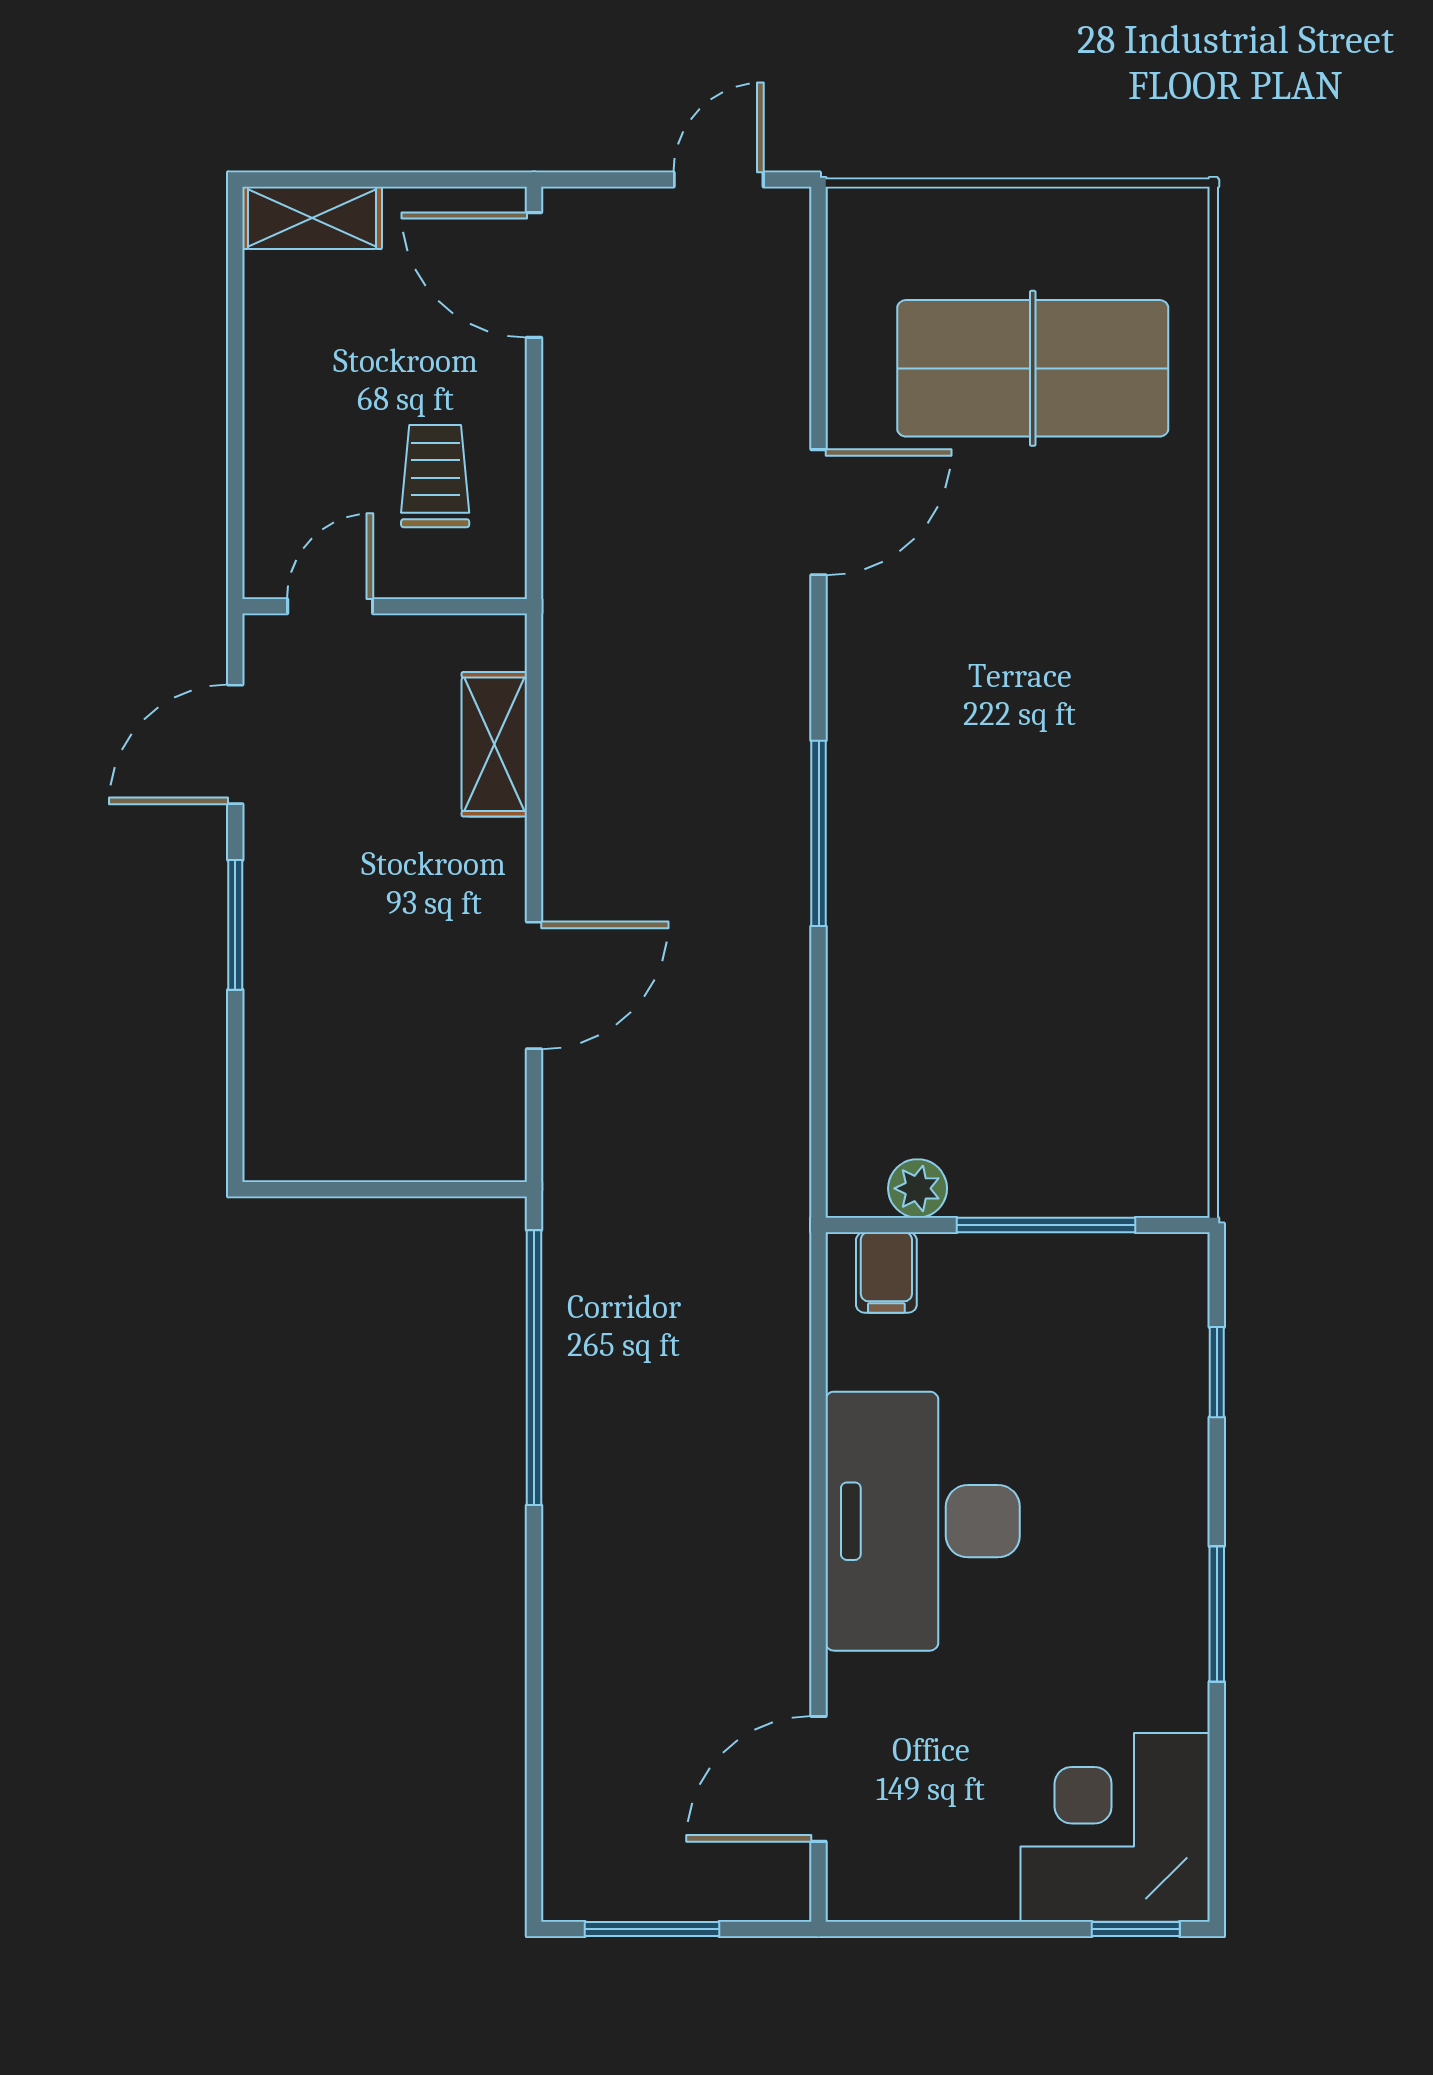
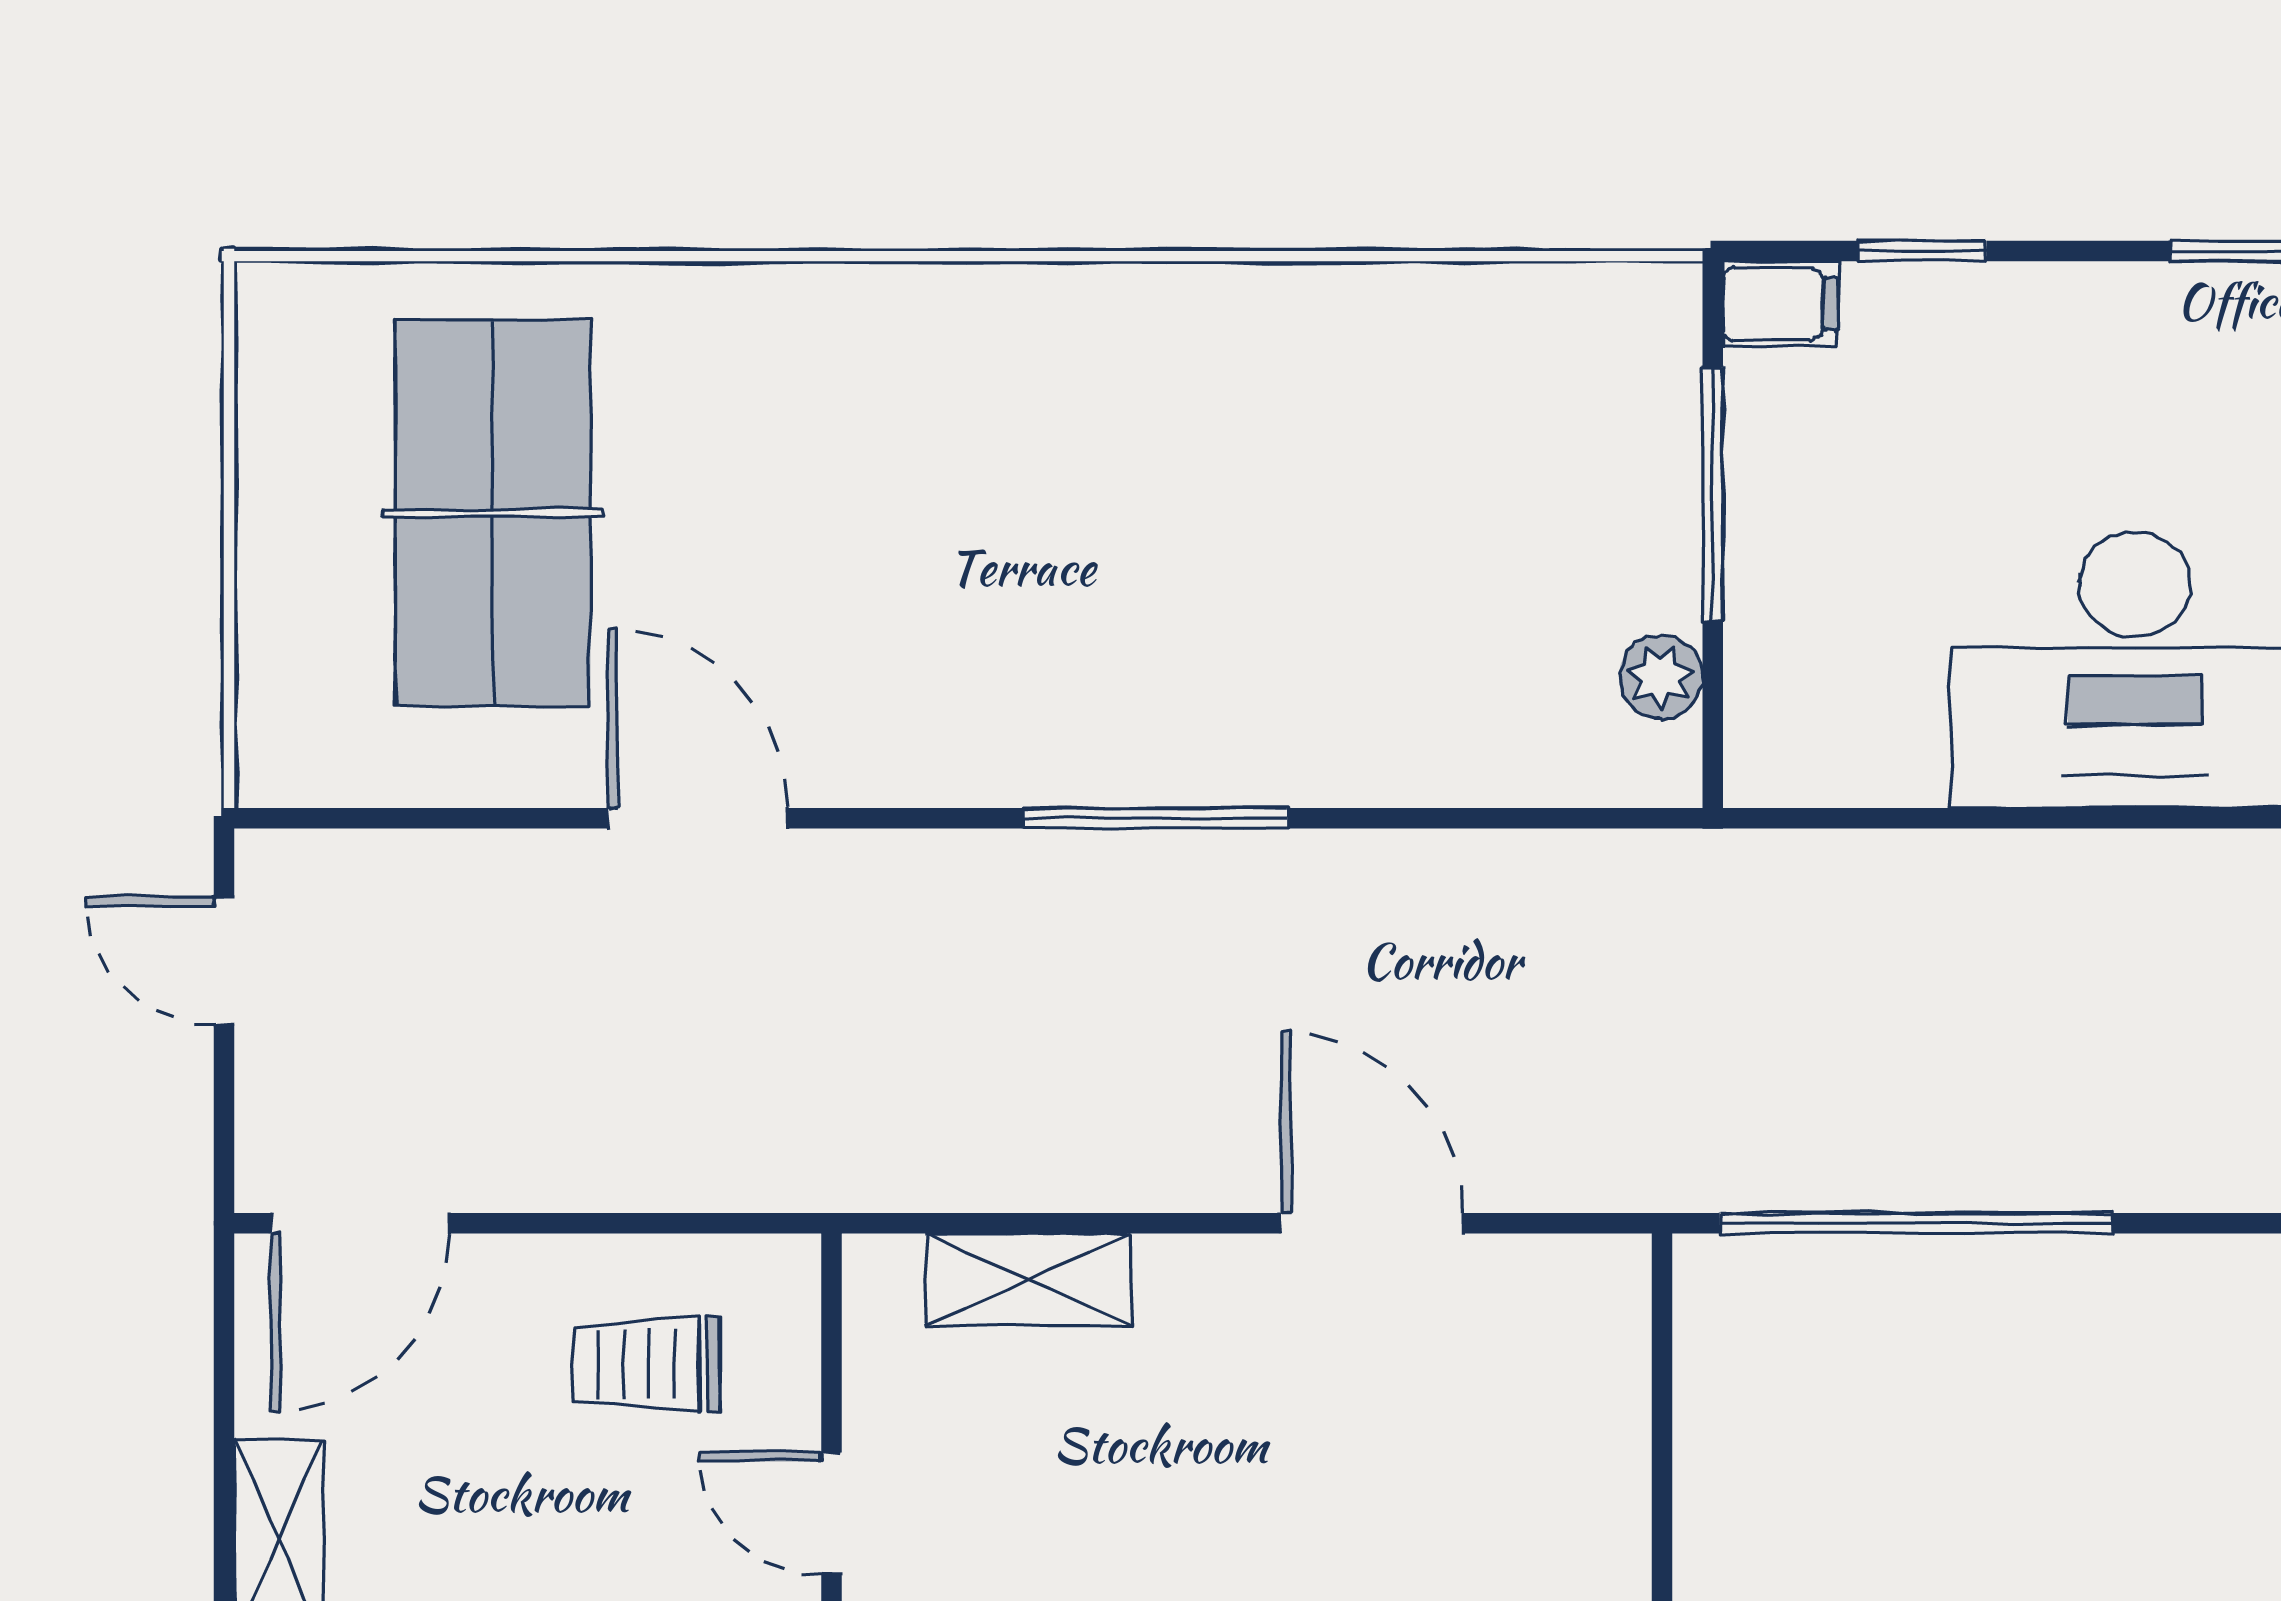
filing cabinet: (886, 1272) -> (1780, 304), moved

